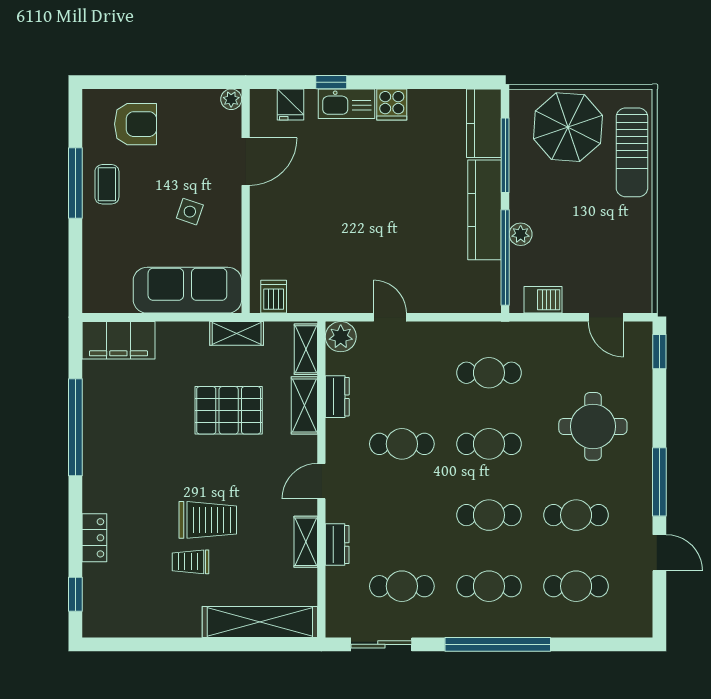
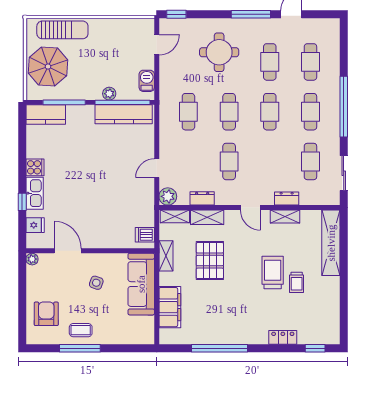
kitchen counter: (484, 210) -> (124, 114), moved
filing cabinet: (118, 340) -> (170, 307), moved

